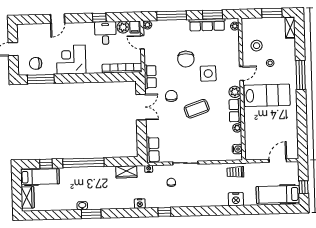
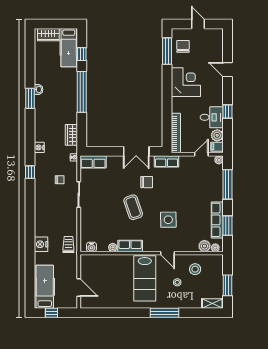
chair: (186, 59) -> (183, 198), removed
plant: (235, 92) -> (204, 246), moved

